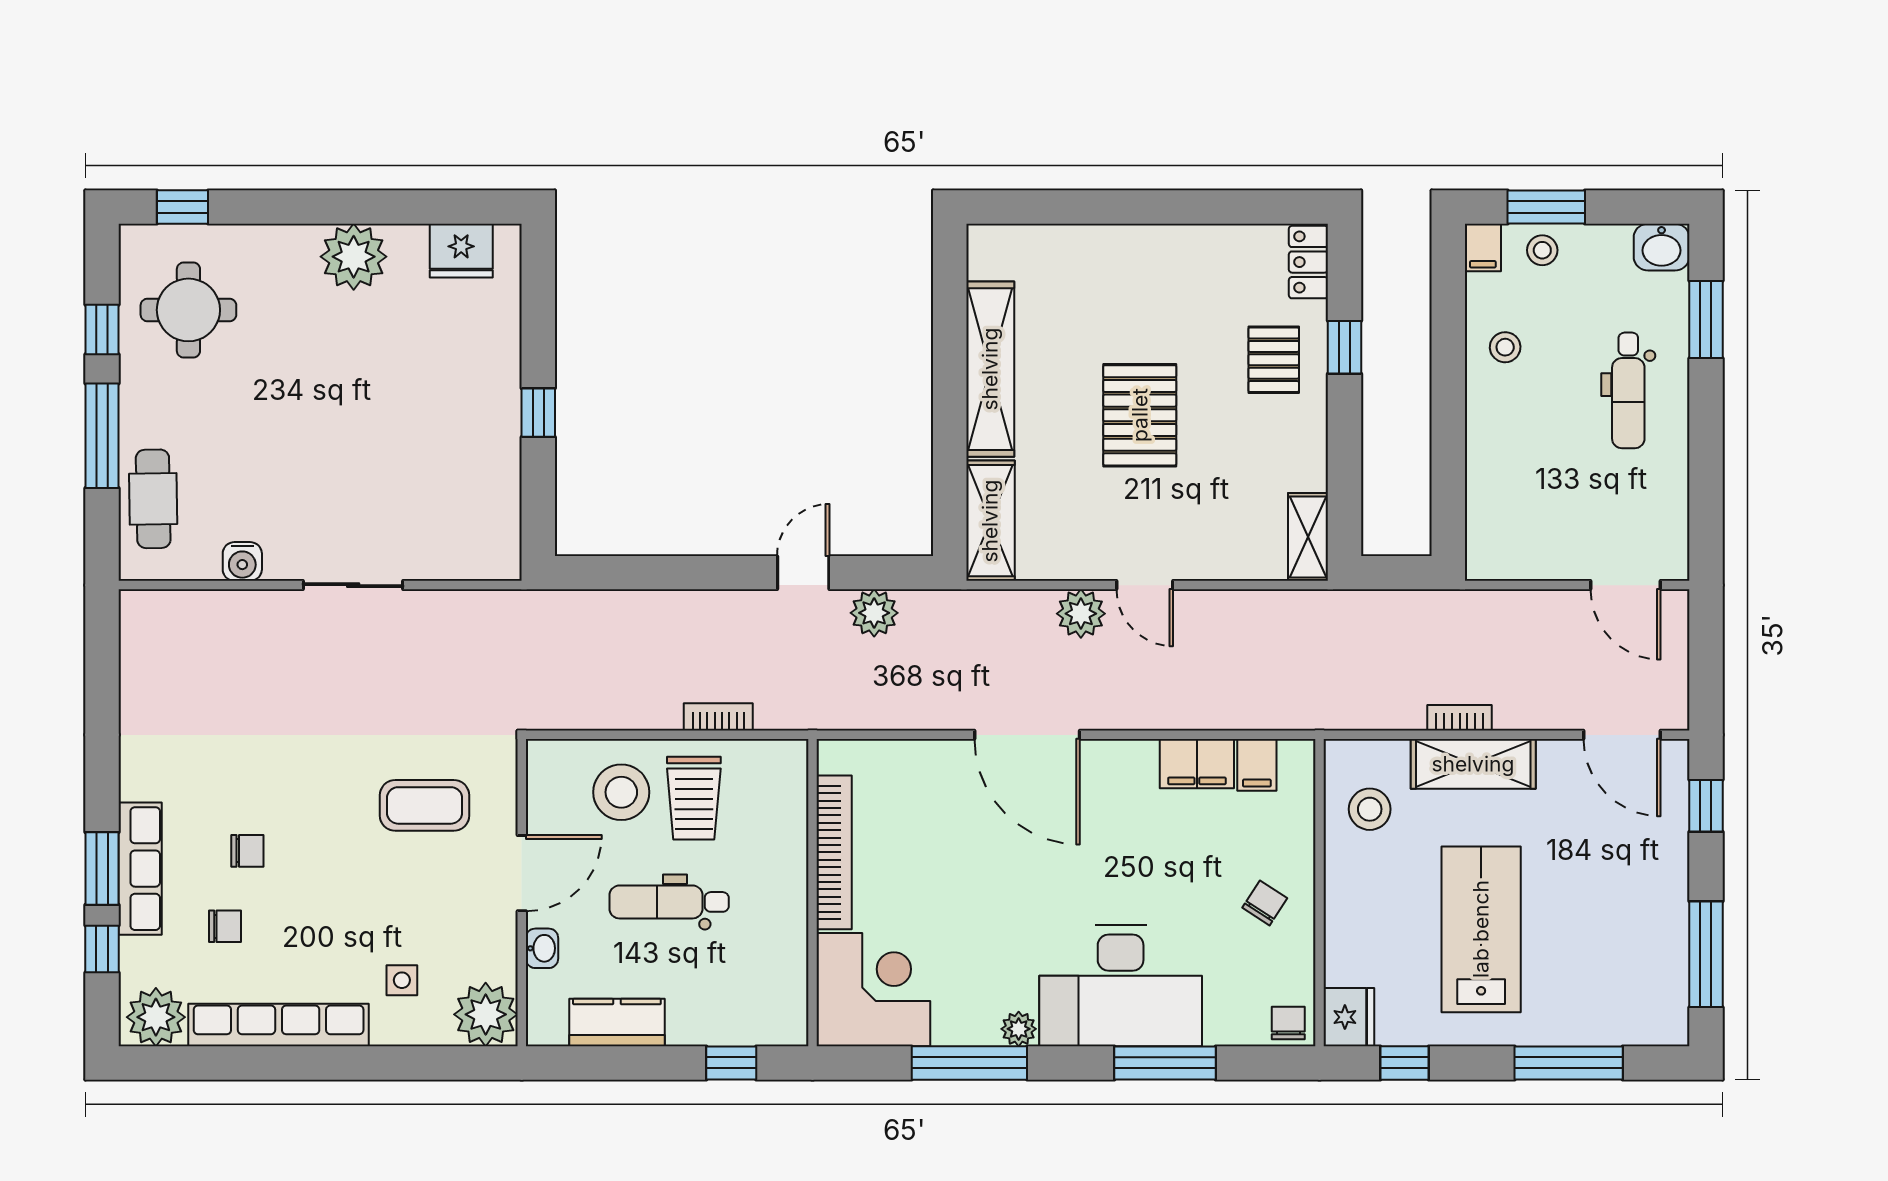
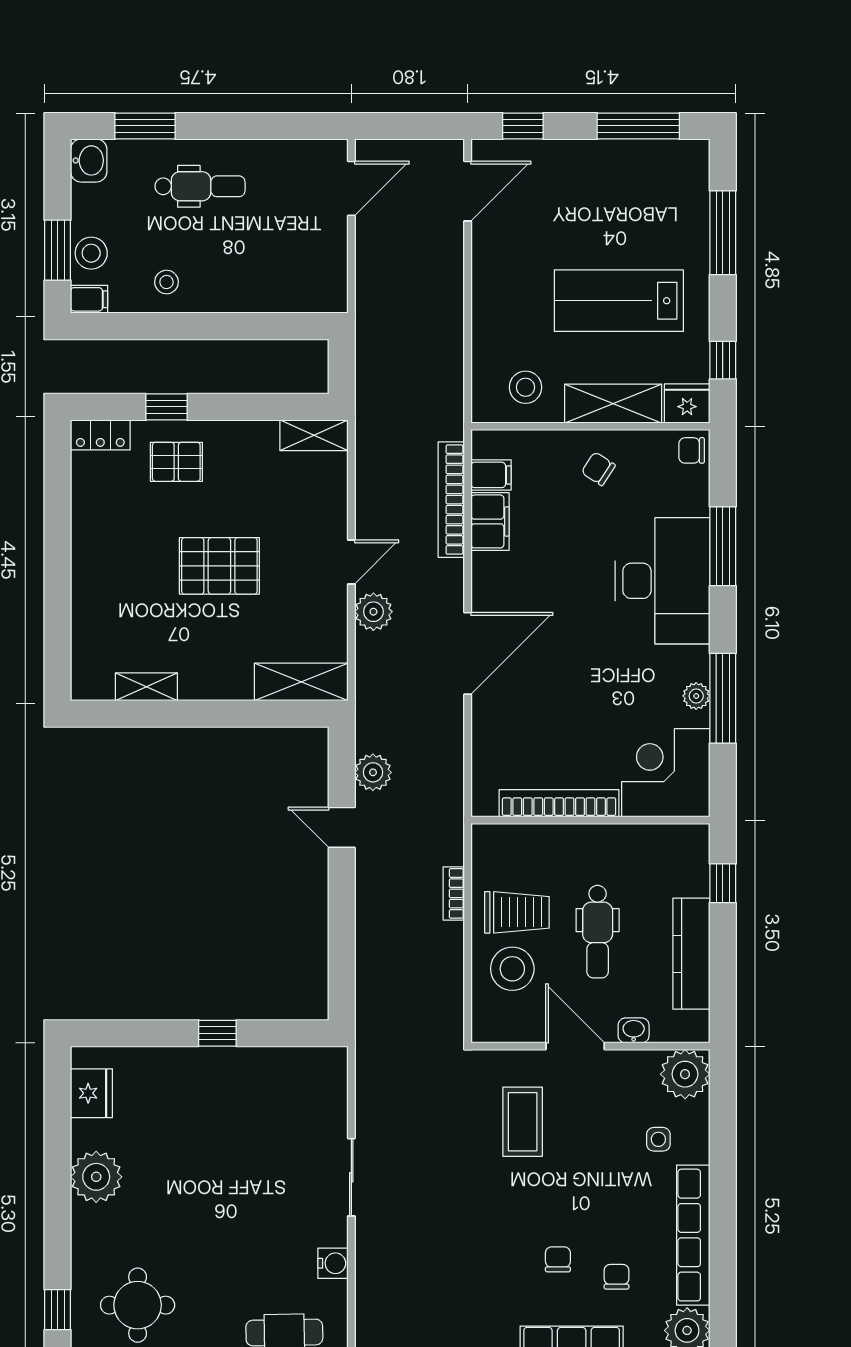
stool: (1542, 250) -> (91, 253), width x1.37, depth x1.37
shelving: (990, 369) -> (146, 687), width x0.45, depth x0.75
bookcase: (1460, 718) -> (451, 500), moved, width x2.31, depth x1.31
shelving: (1473, 764) -> (613, 404), moved, turned 90
kitchen counter: (617, 1023) -> (691, 954), width x1.50
plant: (1019, 1029) -> (696, 696), moved

